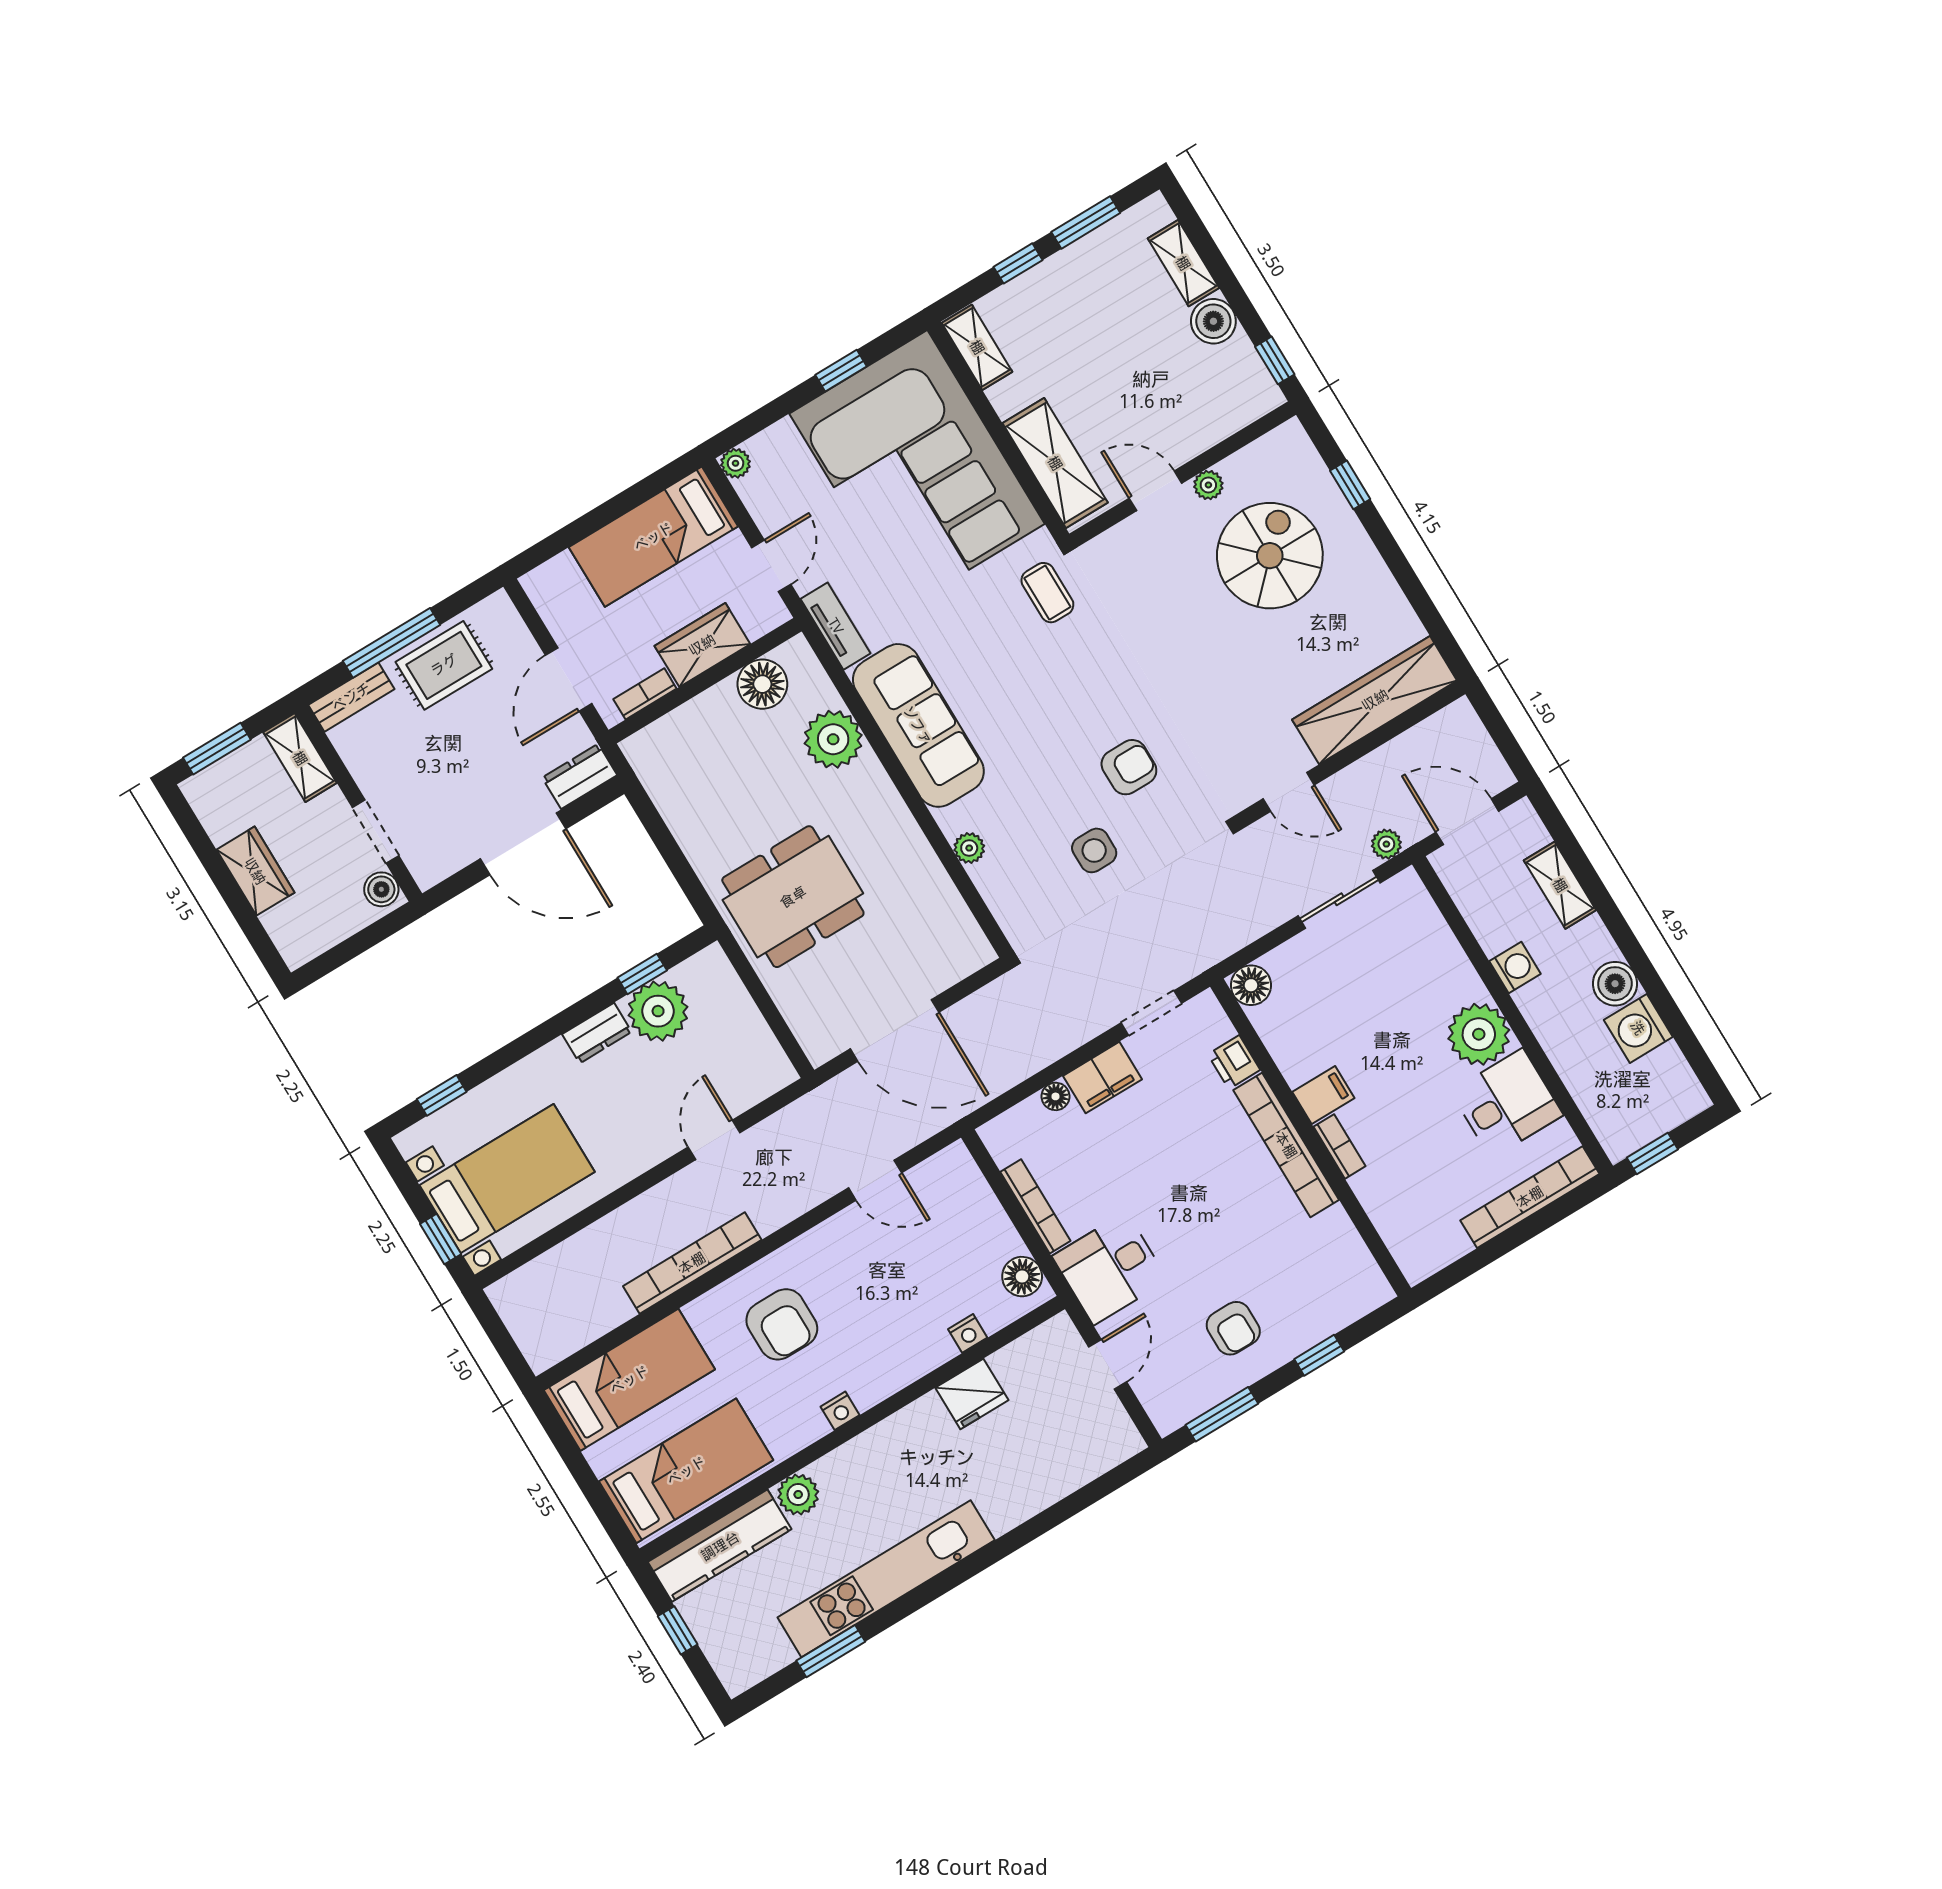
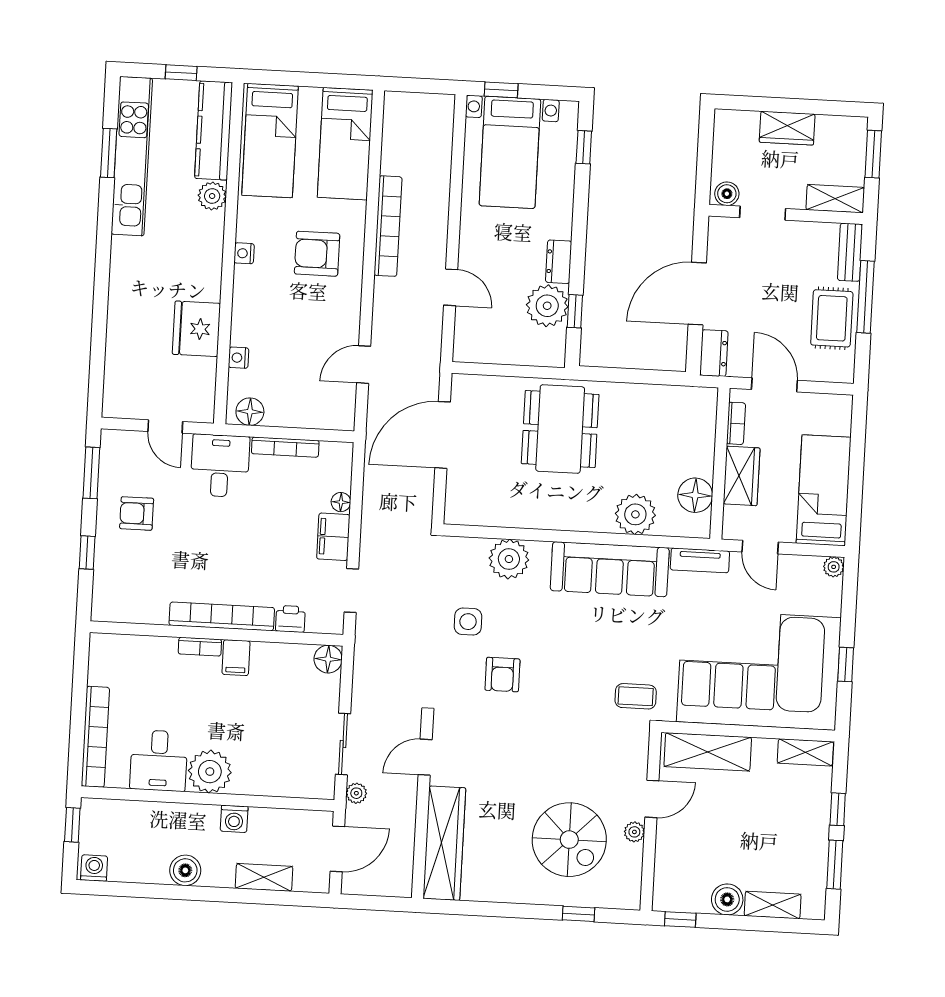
plant: (969, 848) -> (509, 559), width x1.88, depth x1.88
washing machine: (1638, 1028) -> (94, 868), moved, width x0.73, depth x0.73
fridge: (972, 1394) -> (196, 329), width x1.36, depth x1.34
kitchen unit: (886, 1579) -> (132, 156), moved

